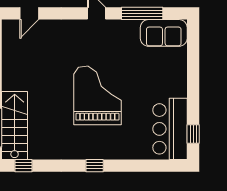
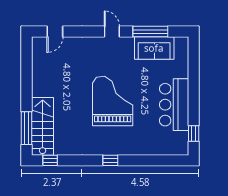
sofa: (164, 33) -> (154, 48), moved
bar counter: (170, 129) -> (174, 105), moved

